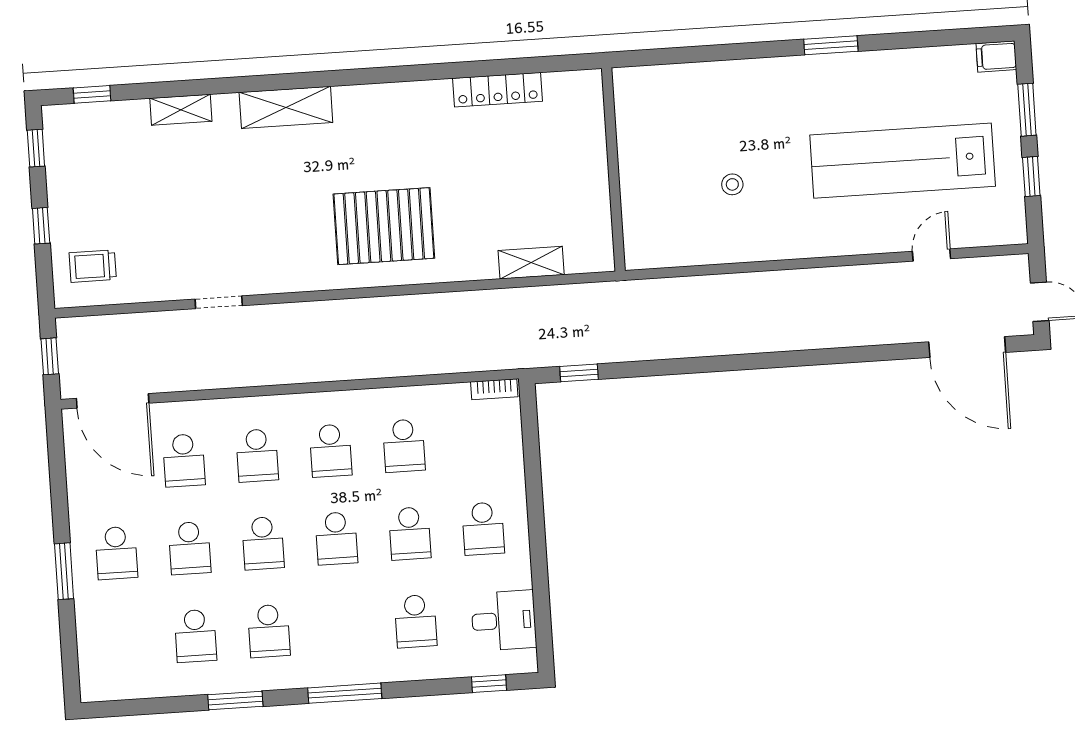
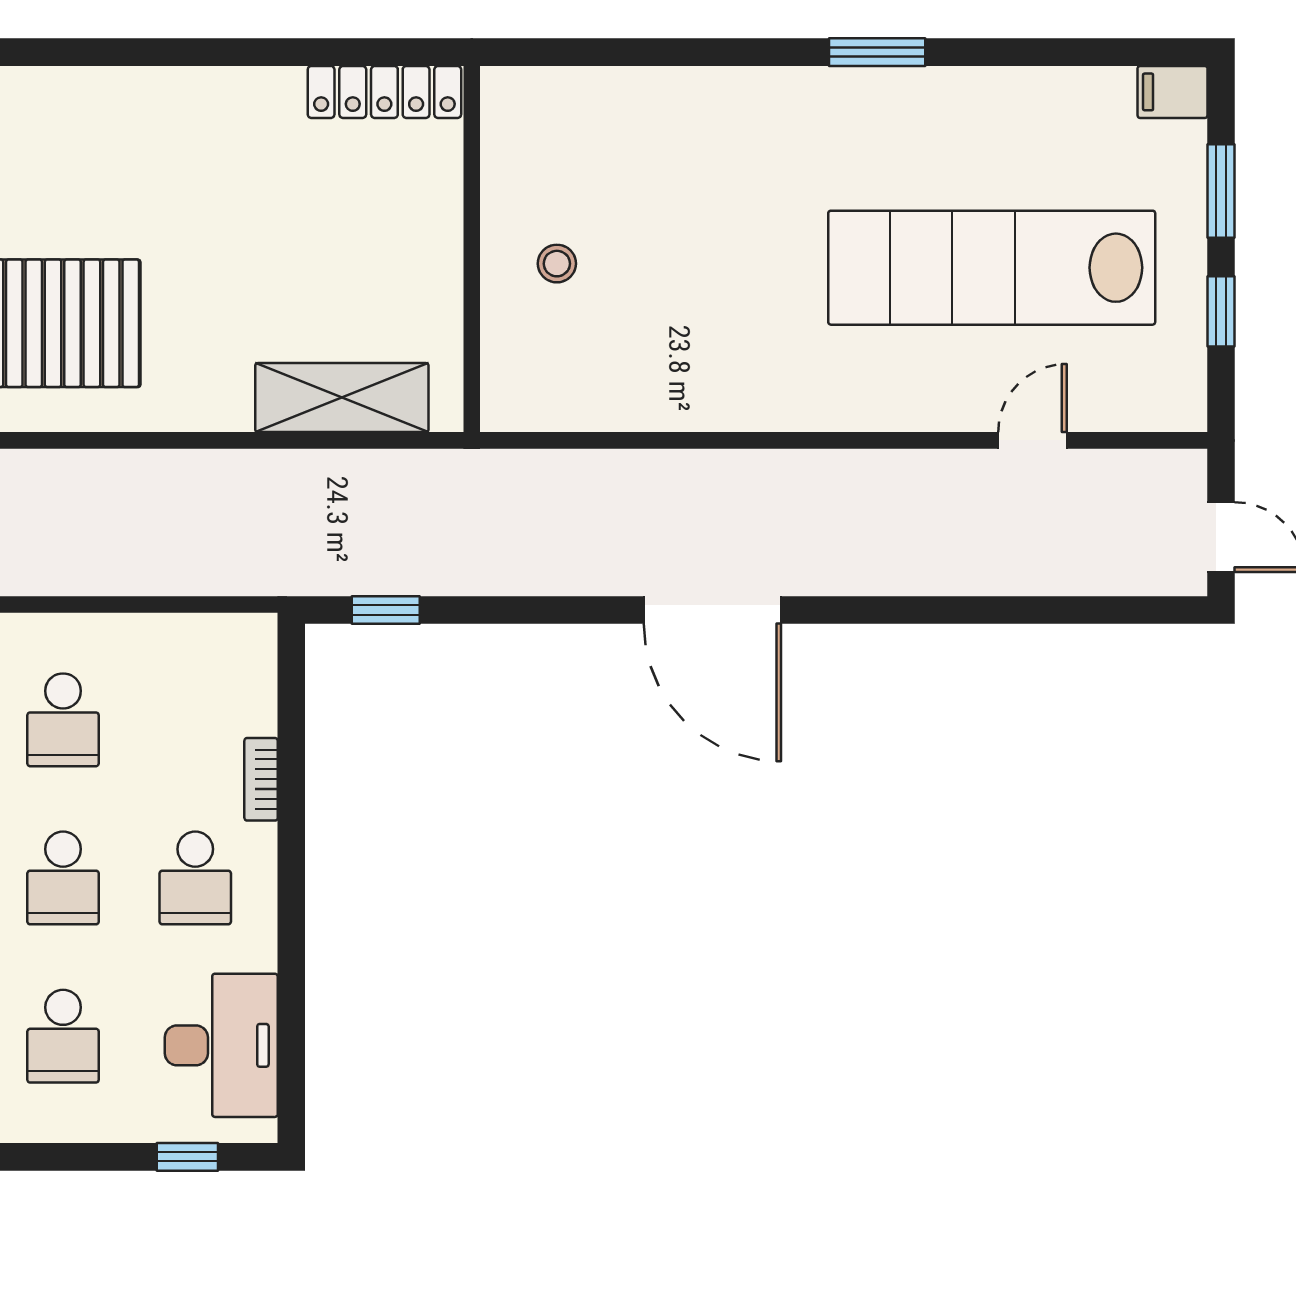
locker: (498, 90) -> (384, 92), moved
stool: (732, 184) -> (557, 264), moved
shelving: (531, 263) -> (342, 398), width x1.50, depth x1.33
door: (967, 347) -> (712, 610), moved
bookcase: (494, 389) -> (261, 779), moved, turned 90
desk: (504, 620) -> (221, 1045), width x1.37

